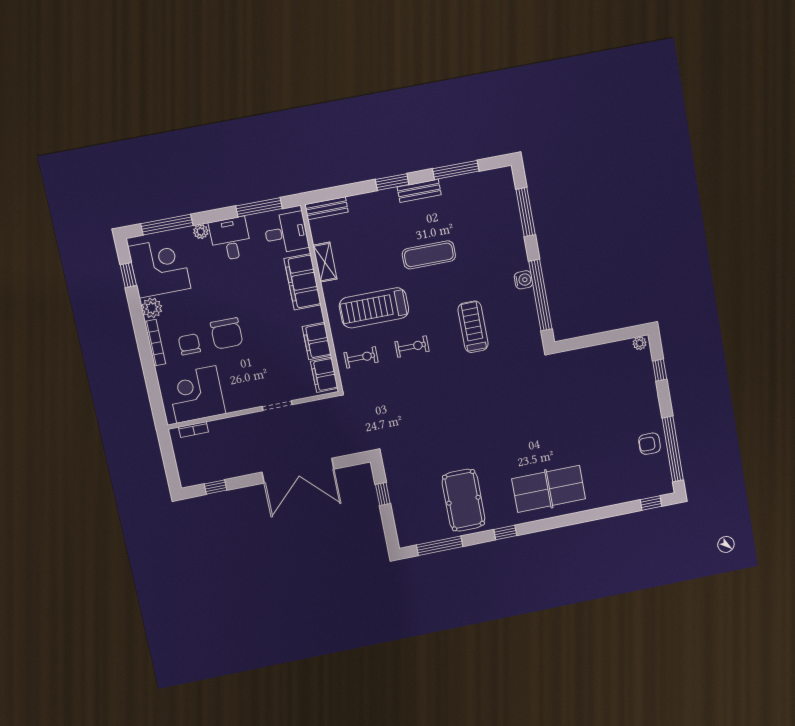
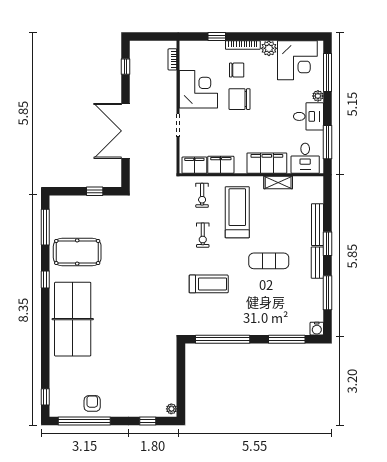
bench: (326, 208) -> (317, 225), moved, width x1.36
exercise mat: (429, 255) -> (269, 261), turned 90
window: (128, 275) -> (217, 36), moved
water cooler: (523, 280) -> (317, 329), moved
corner desk: (196, 394) -> (198, 89), moved
table tennis table: (549, 489) -> (73, 319), width x1.36, depth x1.32

